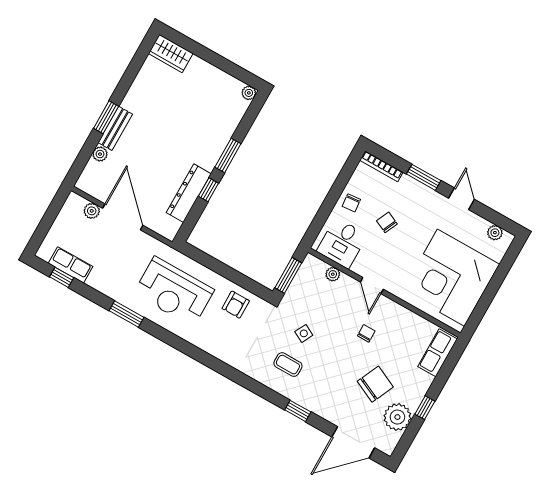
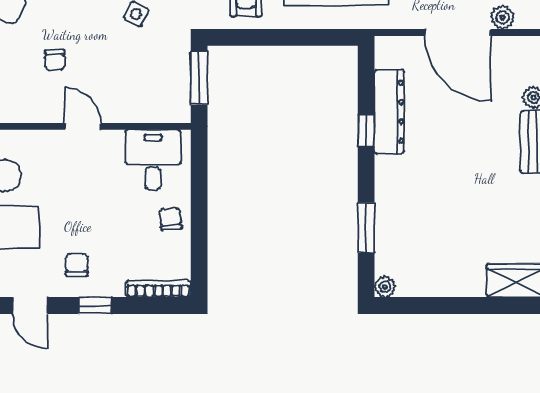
window: (228, 155) -> (366, 228), moved
window: (424, 177) -> (95, 305), width x0.67
chair: (387, 222) -> (77, 265), moved, turned -115
plant: (333, 274) -> (142, 112), removed

